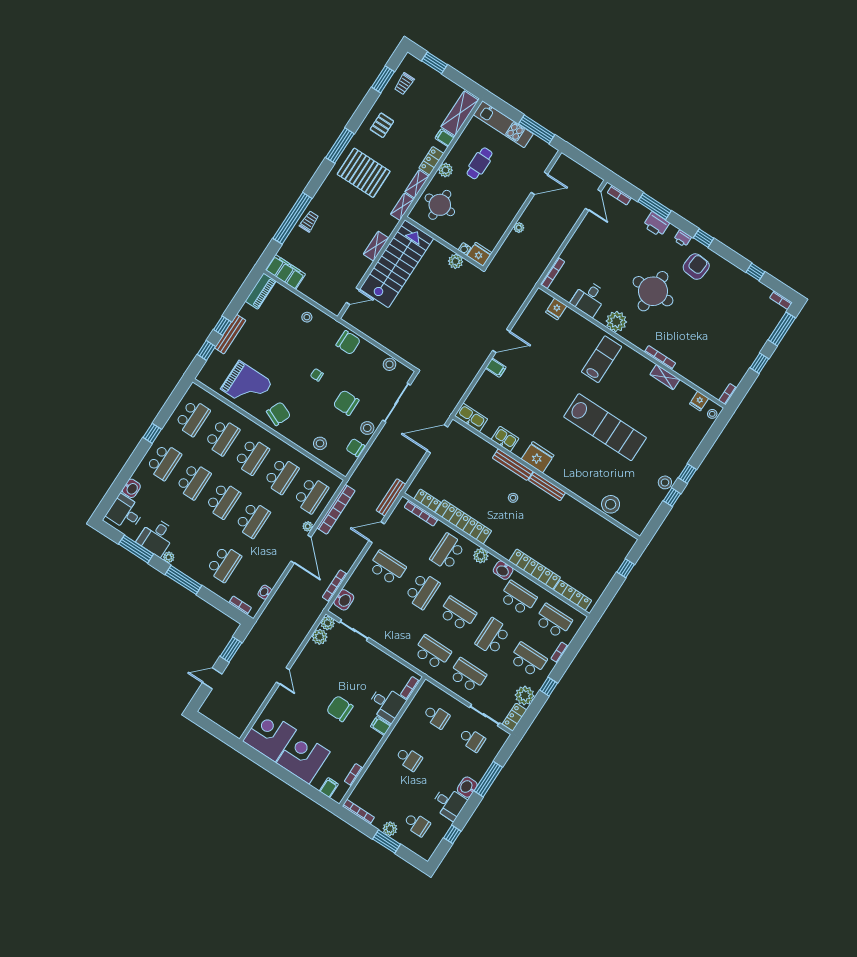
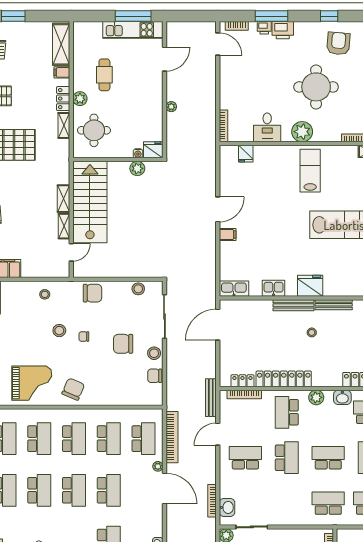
kitchen unit: (503, 124) -> (133, 30), moved
shelving: (402, 207) -> (64, 226), moved
printer: (682, 238) -> (264, 28), moved
stool: (320, 443) -> (59, 331), moved

